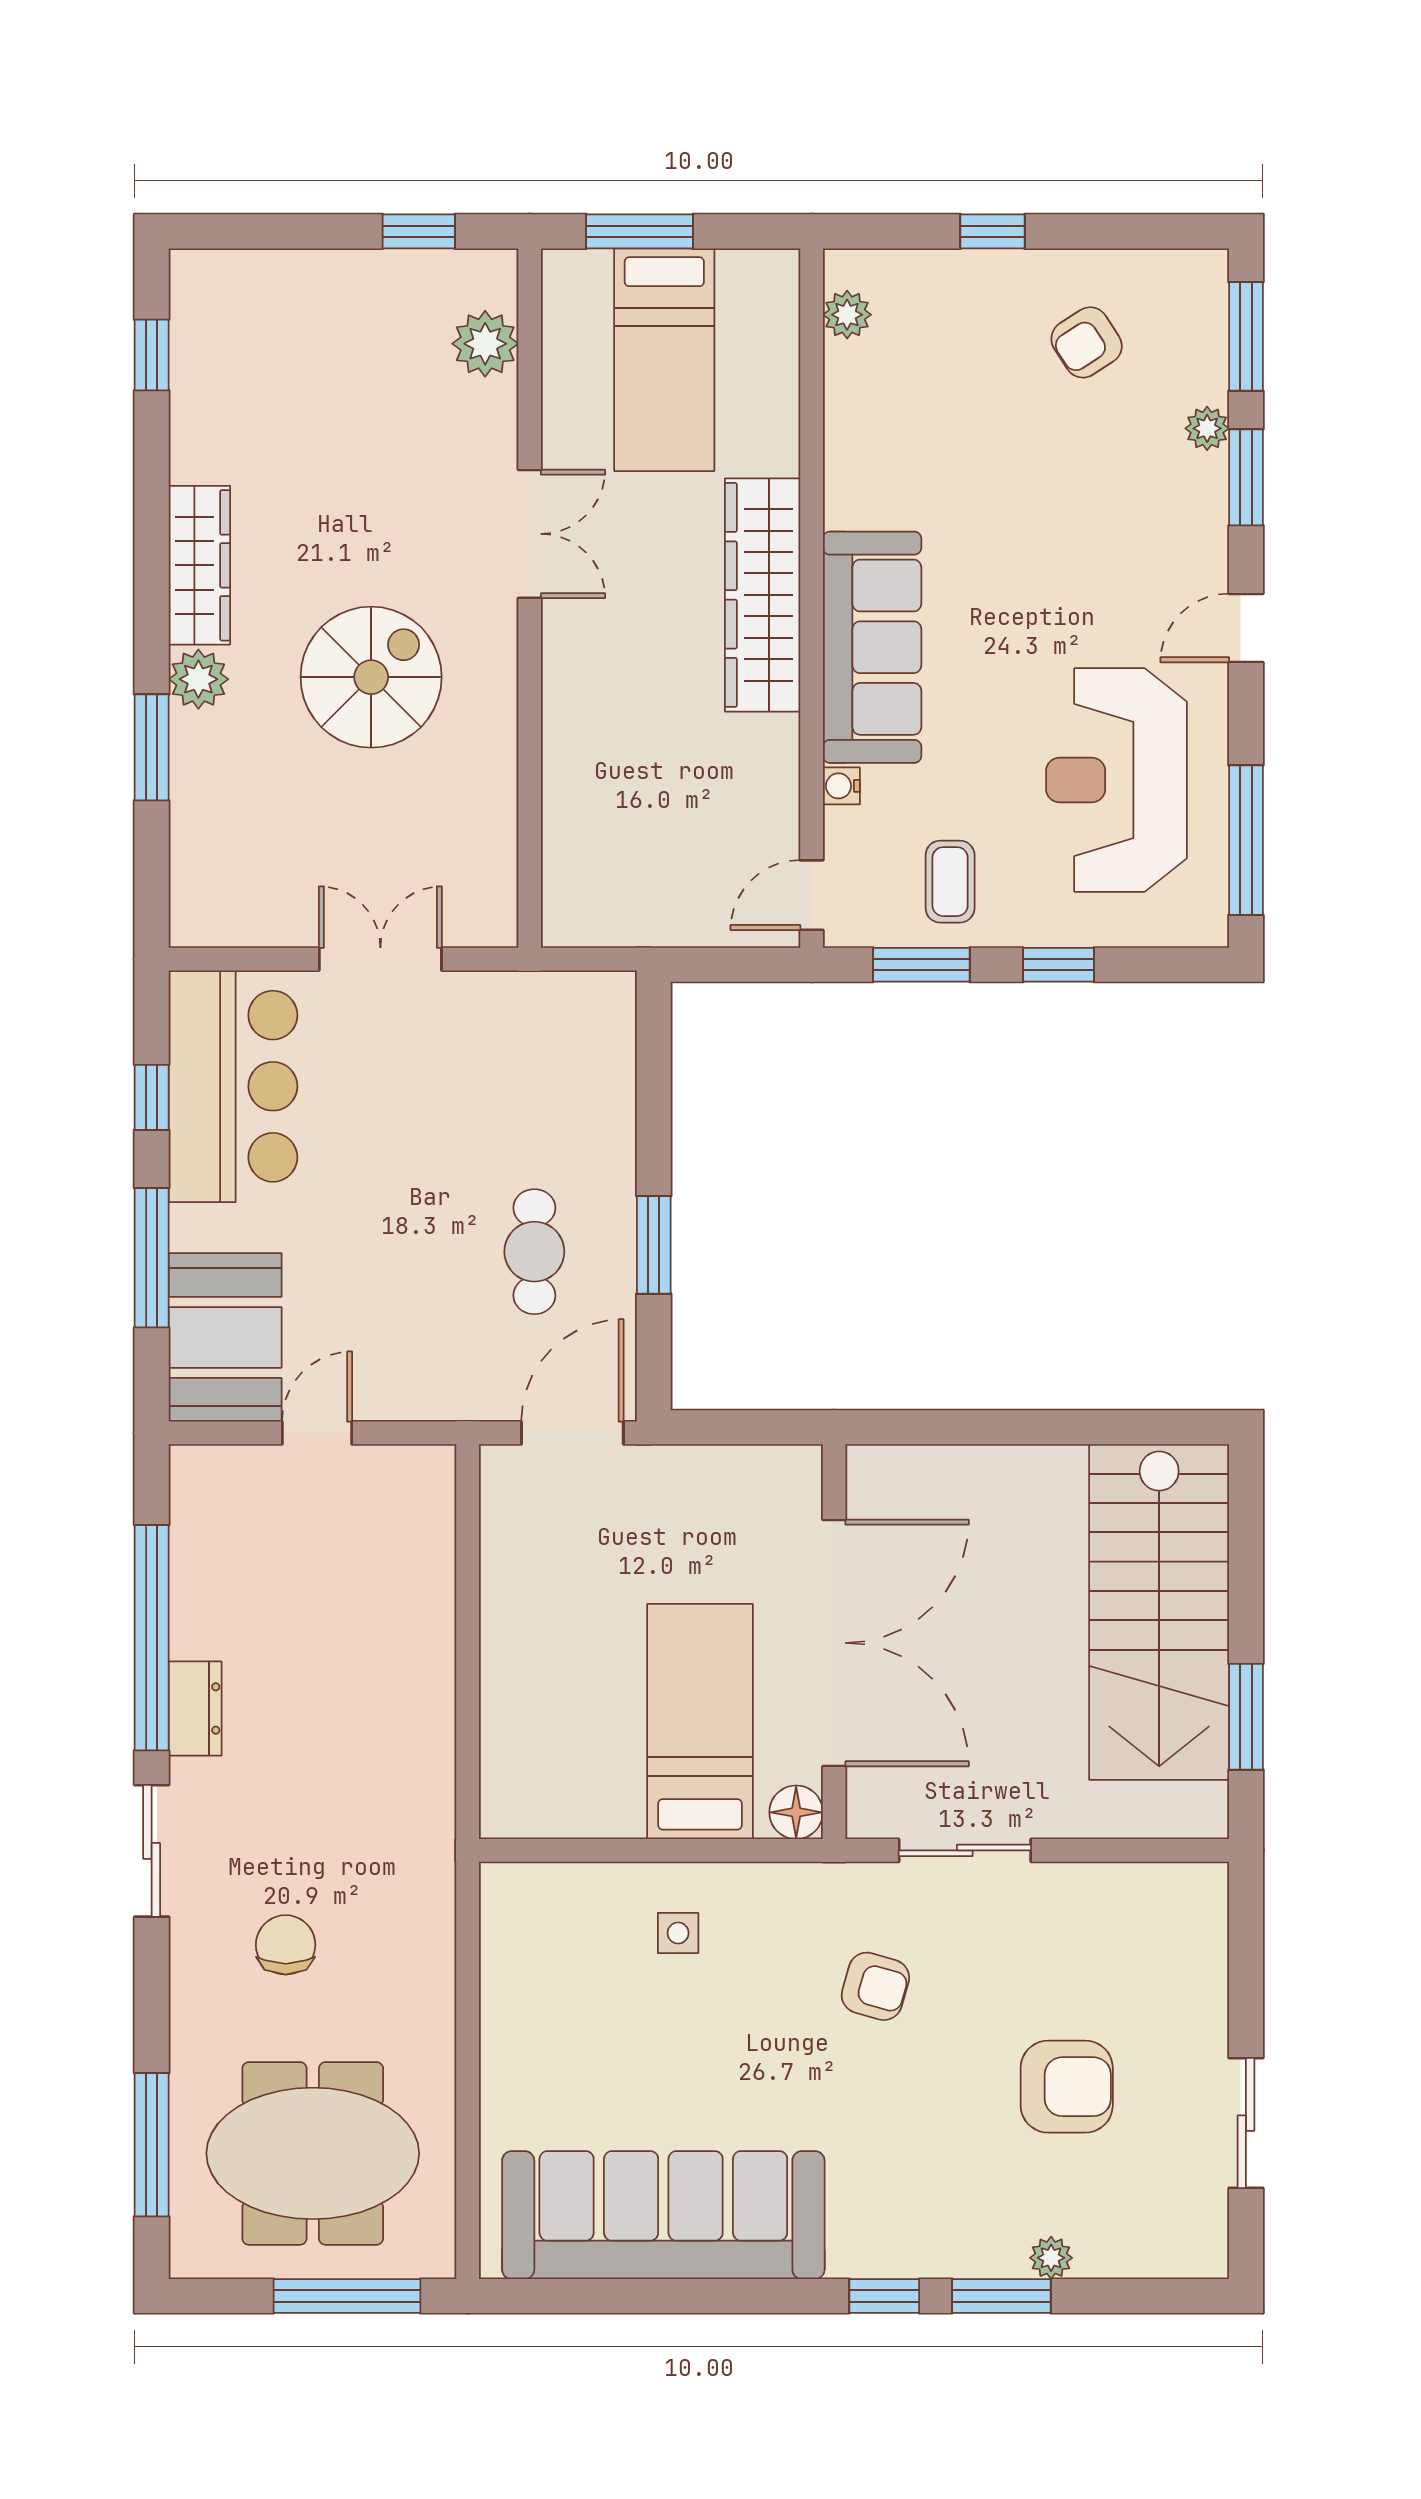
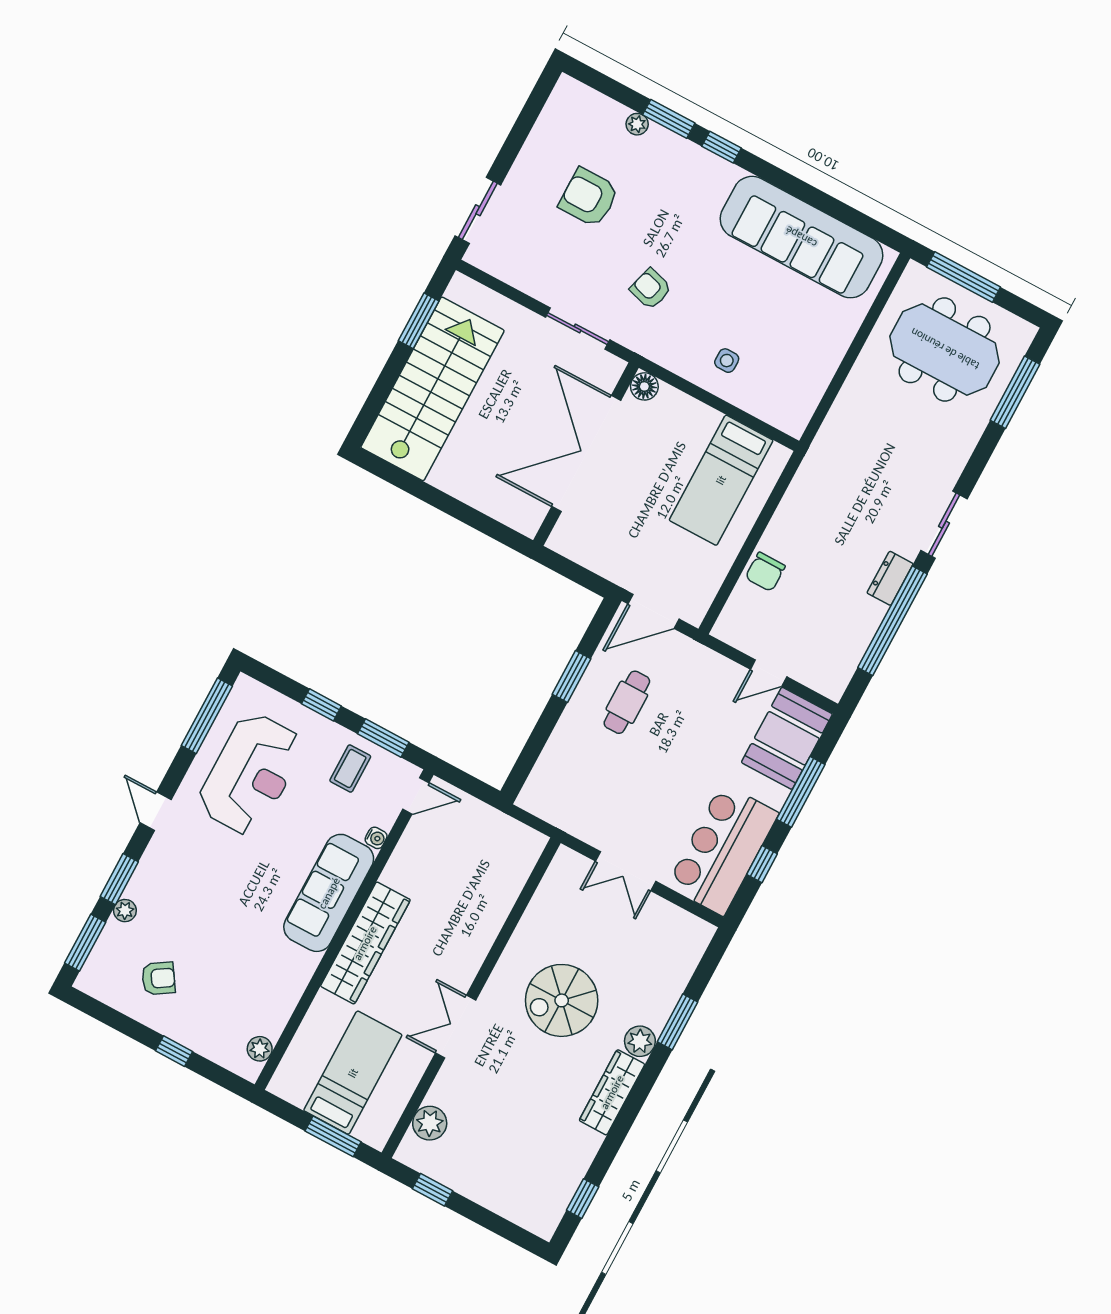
door: (1246, 628) -> (156, 811), swing flipped
bed: (700, 1721) -> (721, 480), moved
chair: (286, 1945) -> (765, 572), moved
sliding door: (1246, 2123) -> (478, 210), moved

